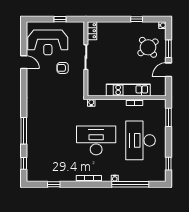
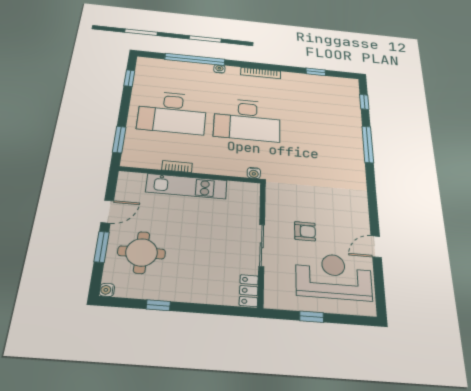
round table: (148, 47) -> (142, 252), turned 38
door: (24, 62) -> (376, 247), hinge flipped
desk: (141, 140) -> (172, 112), turned 90

